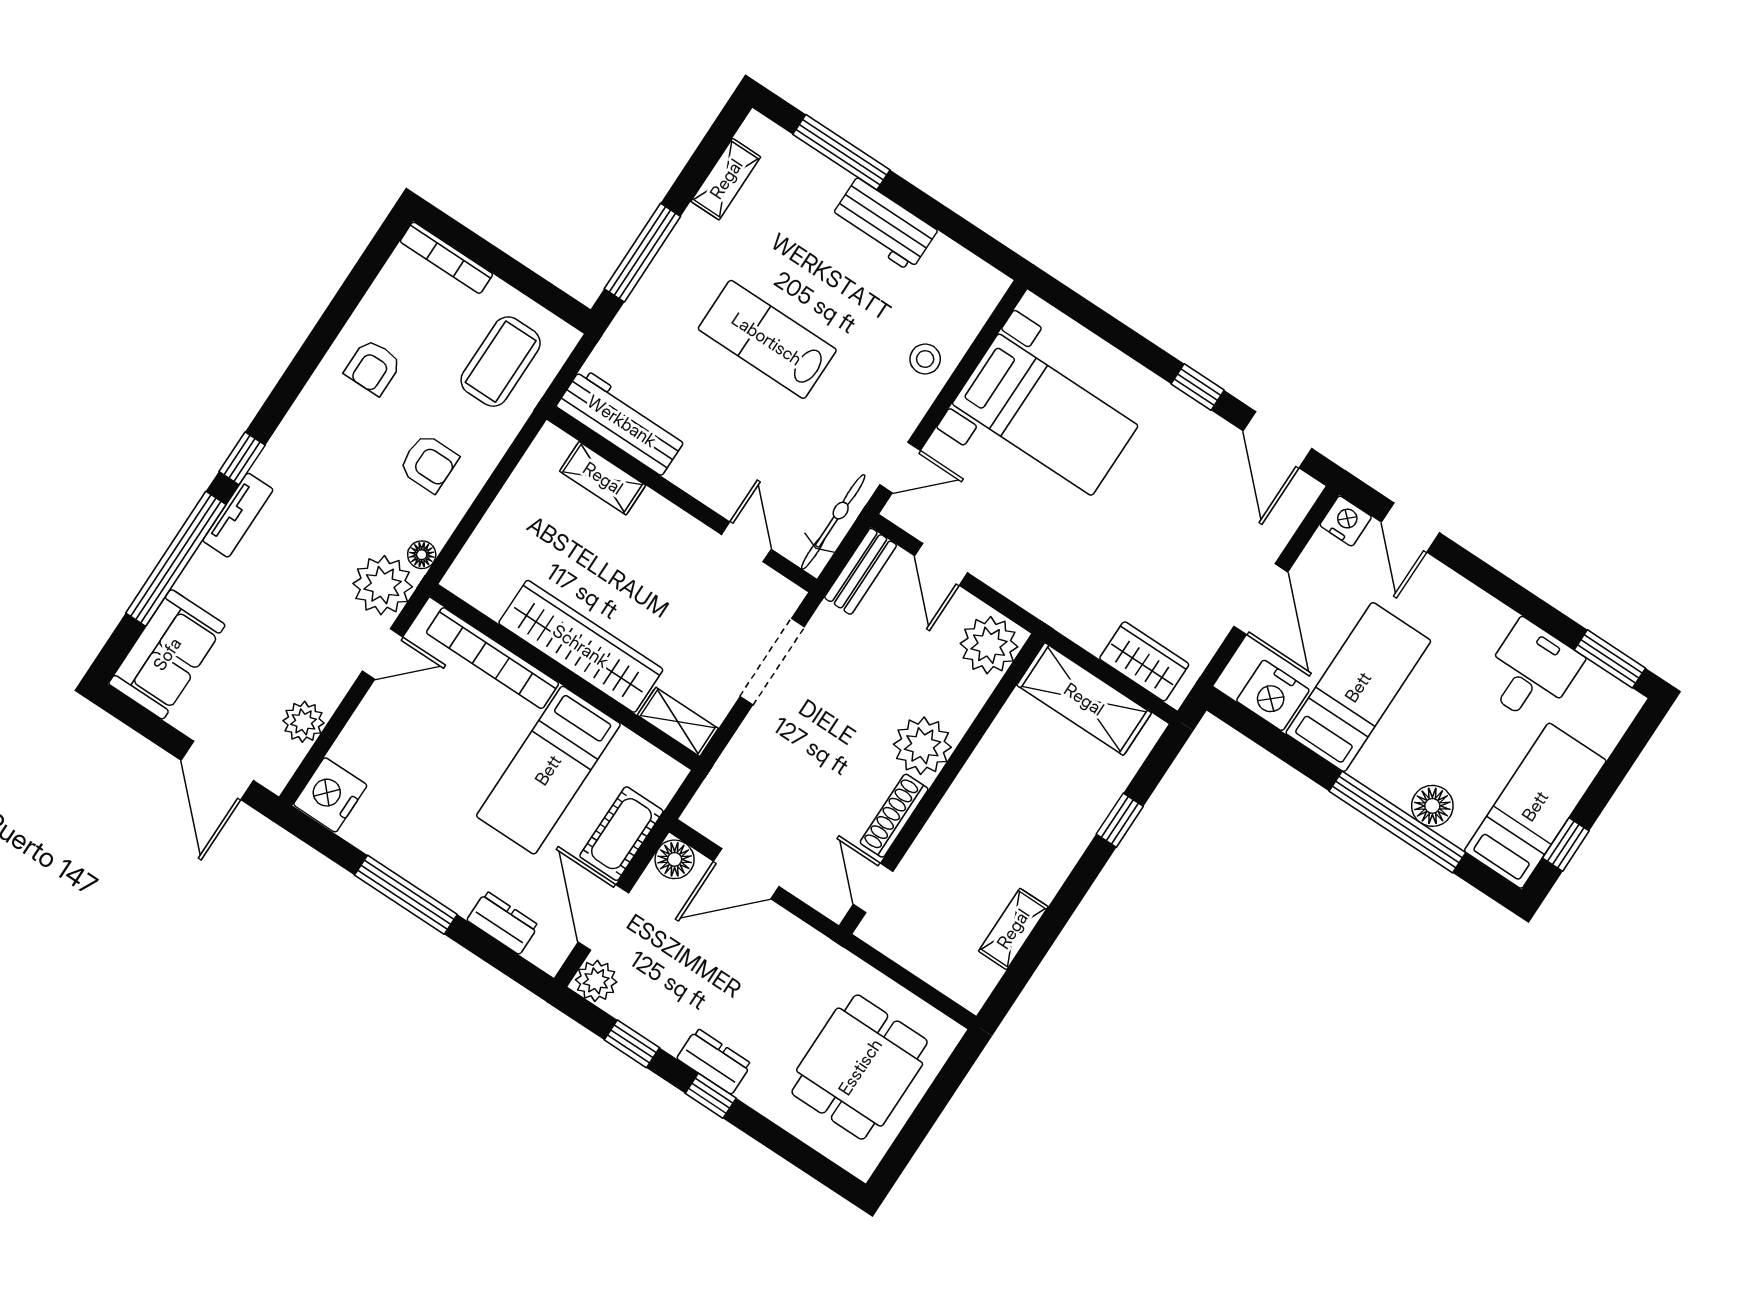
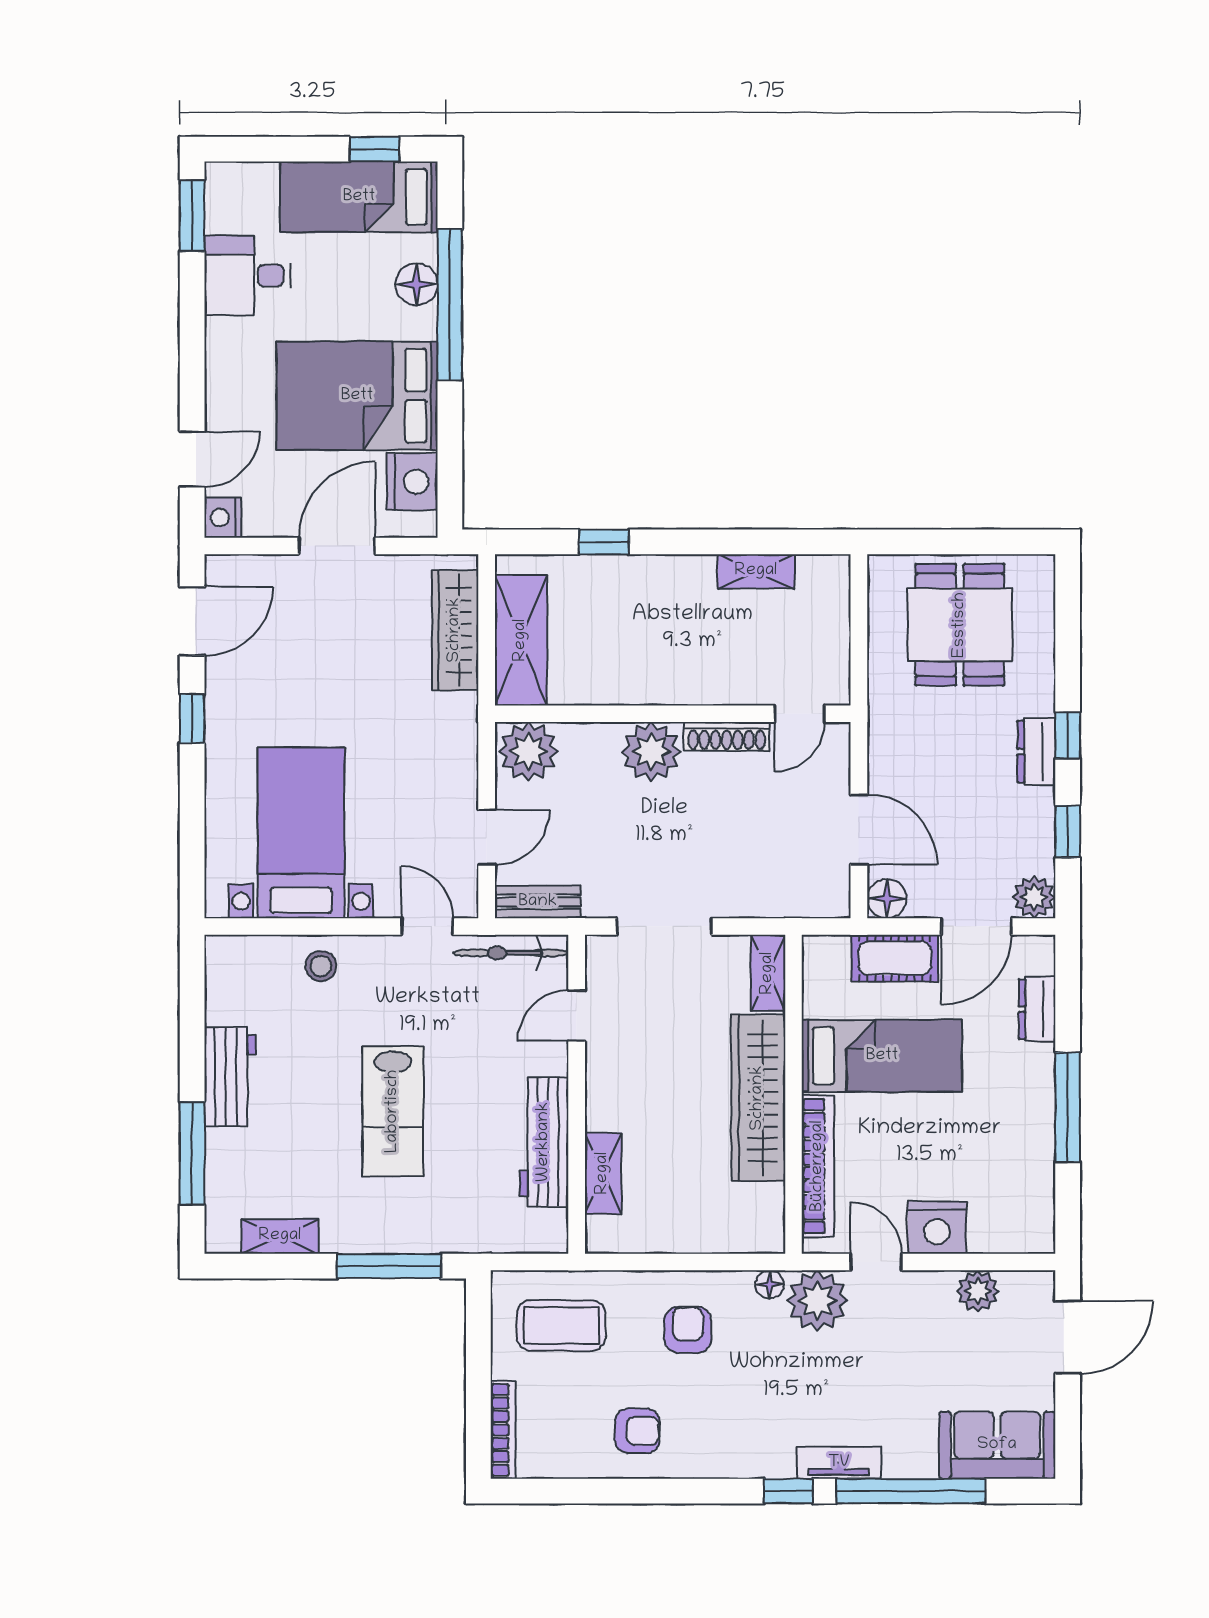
workbench: (622, 421) -> (544, 1142), moved
wardrobe: (1144, 661) -> (455, 630), width x1.50
bed: (1358, 687) -> (357, 396), width x1.50
nightstand: (330, 795) -> (937, 1227), moved
dining table: (860, 1067) -> (960, 625), turned 90

